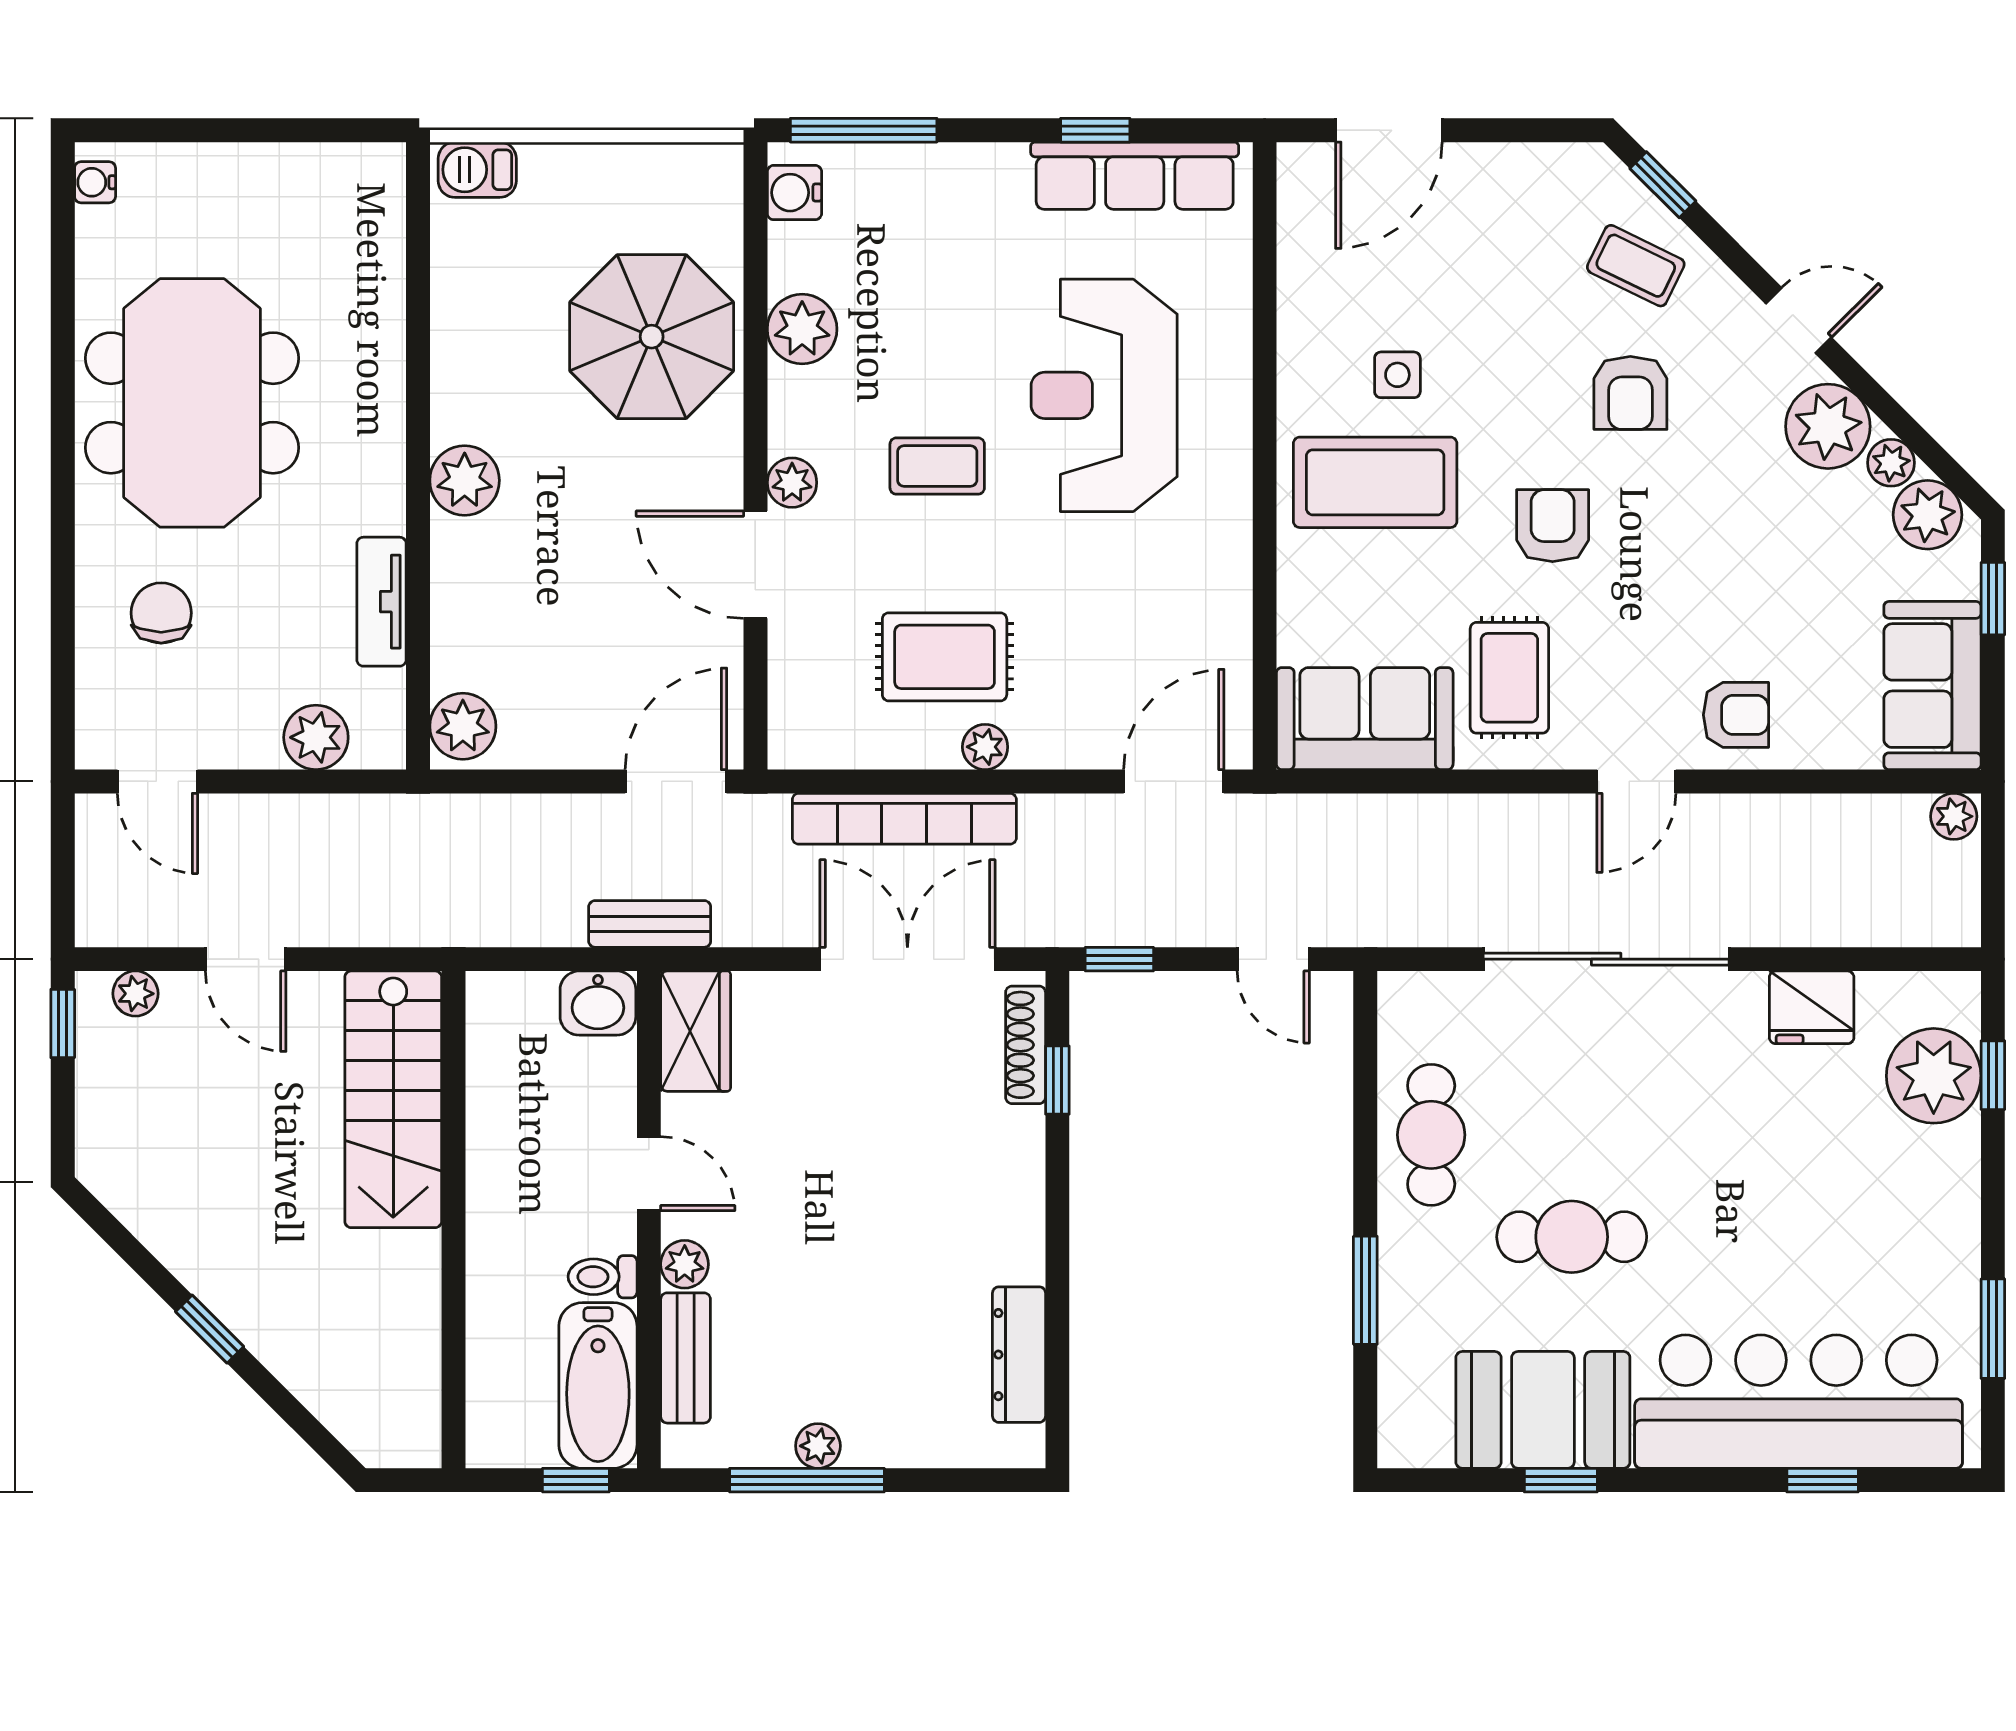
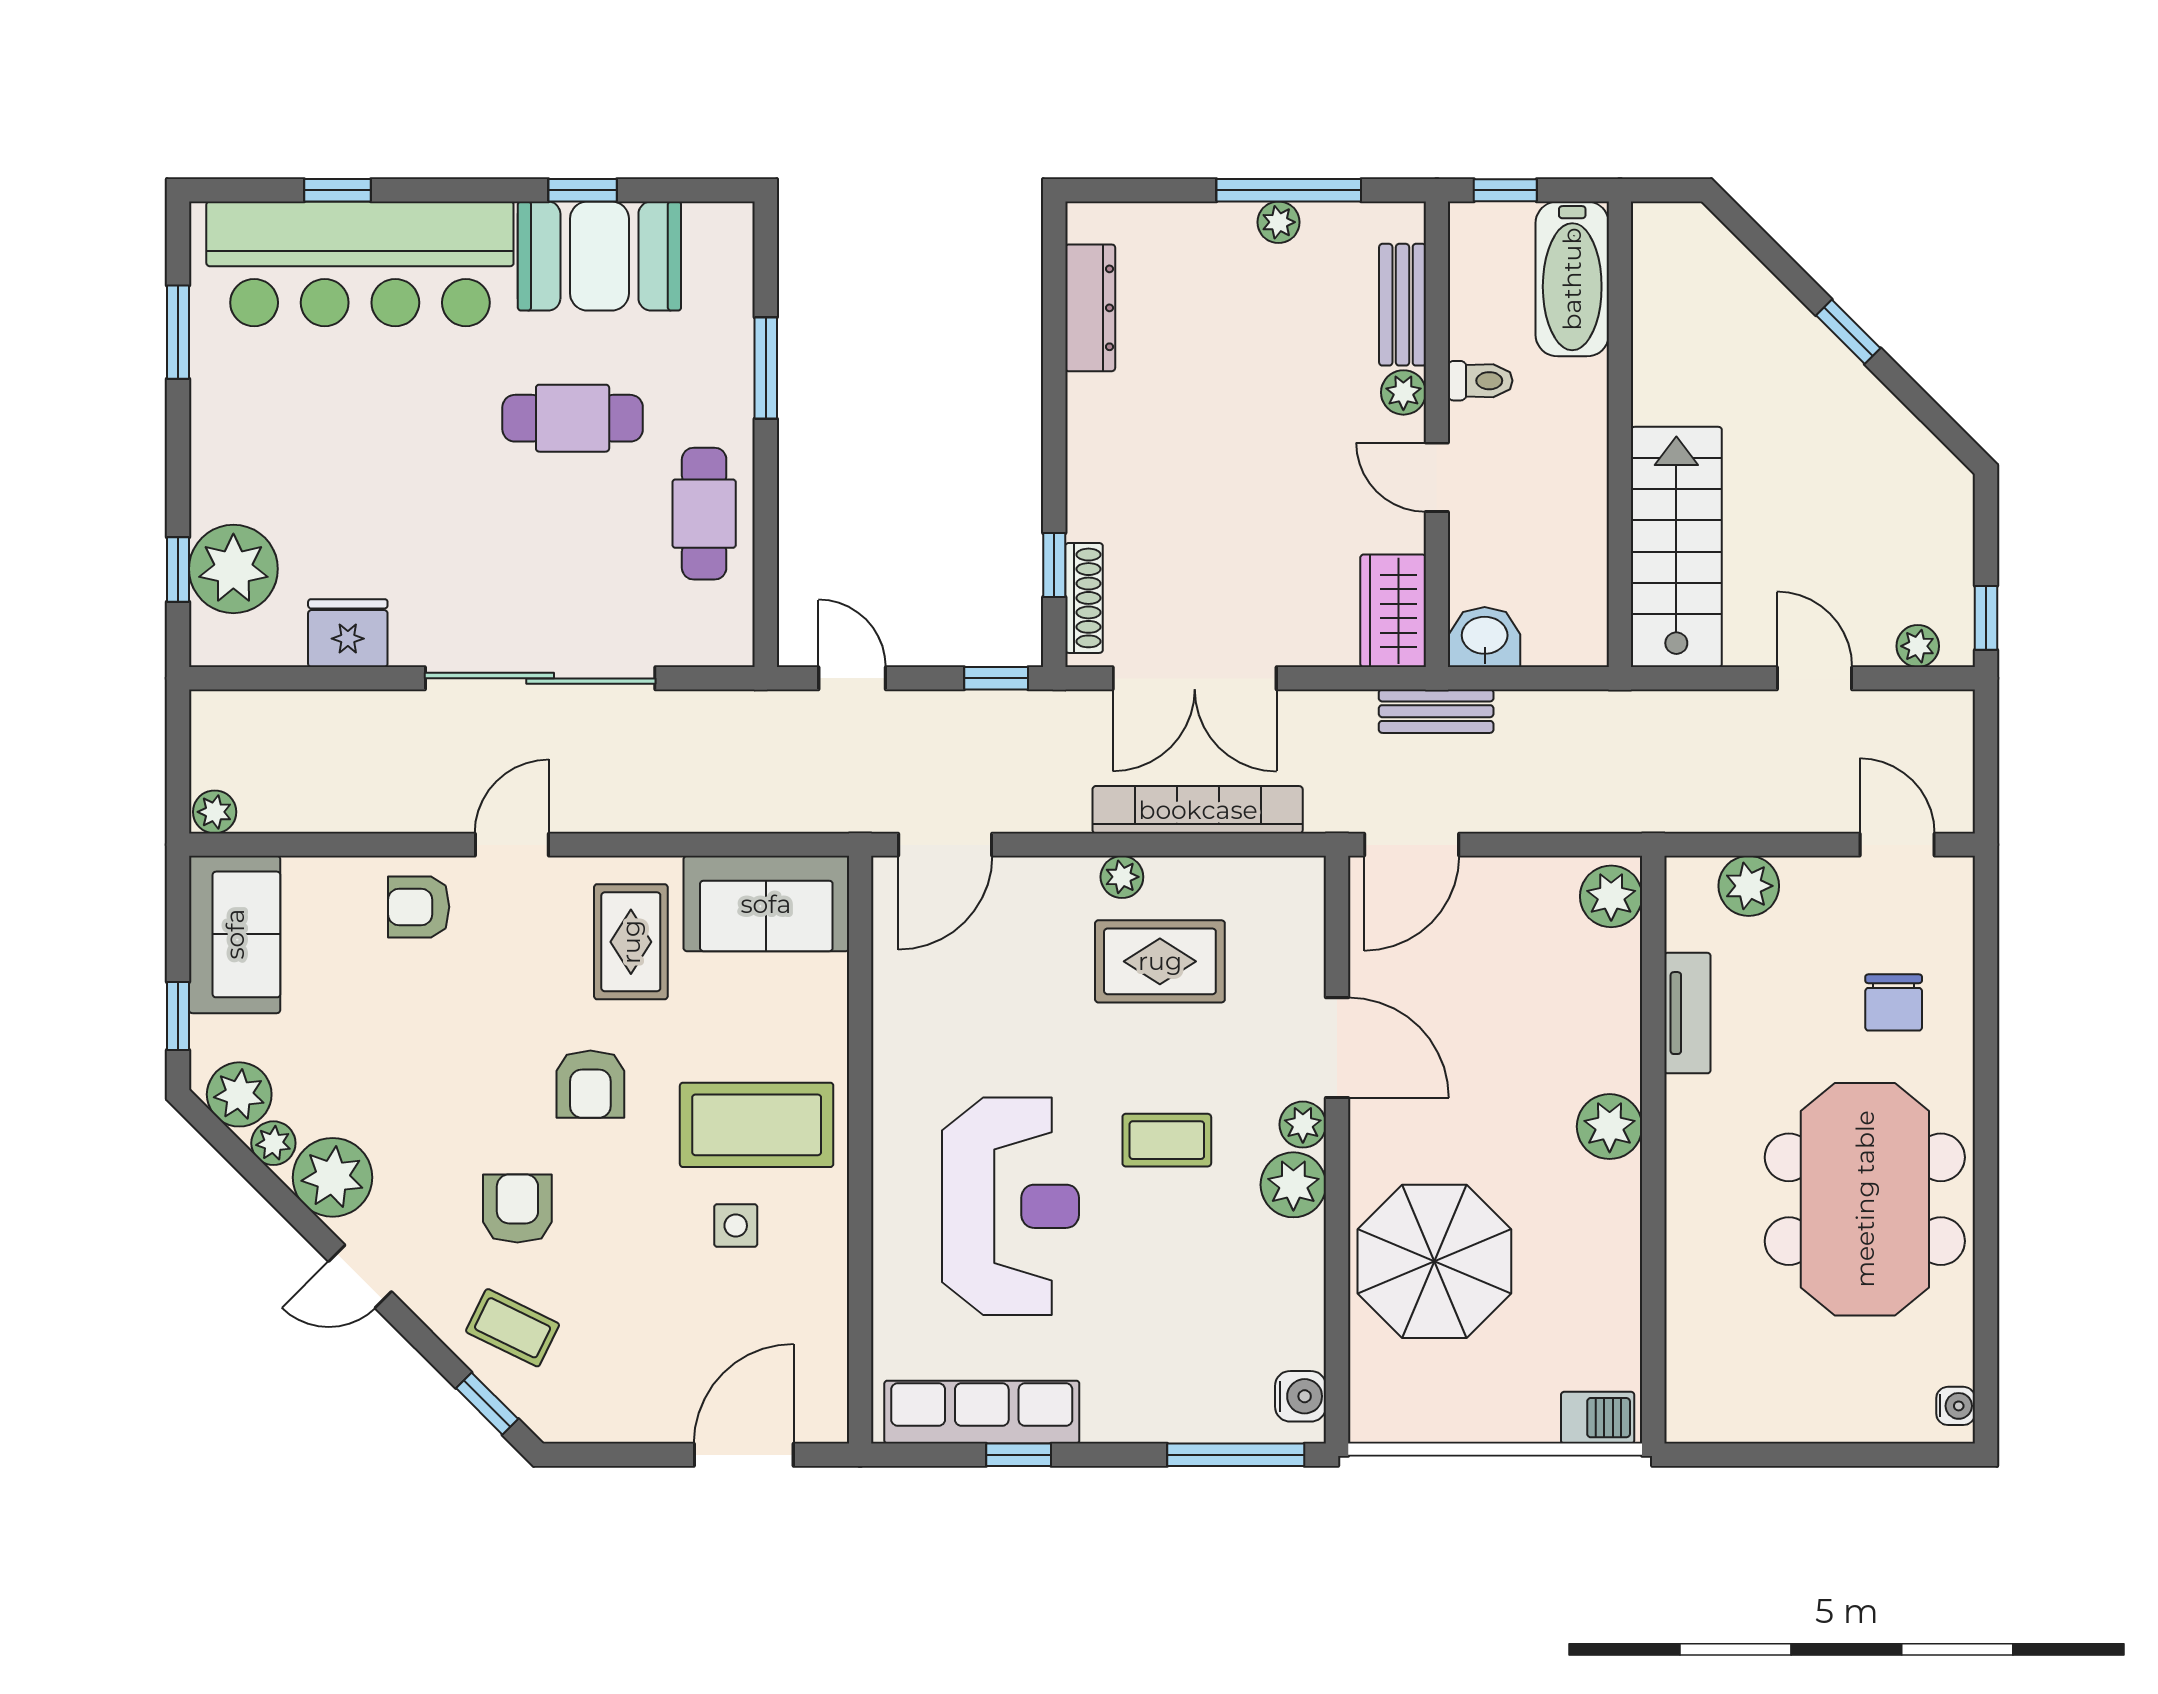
plant: (802, 329) -> (1293, 1185), moved
bathtub: (598, 1385) -> (1572, 279), moved, turned 180

